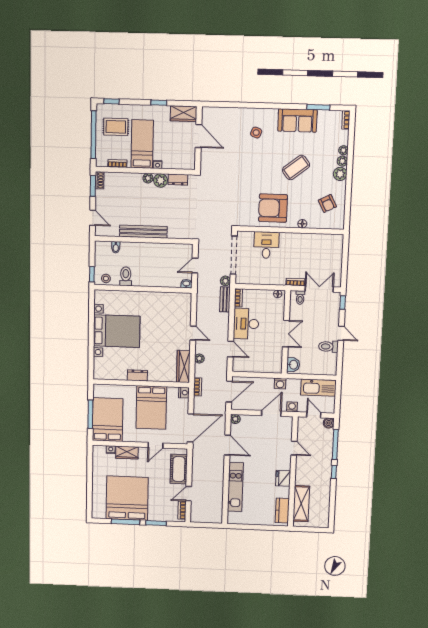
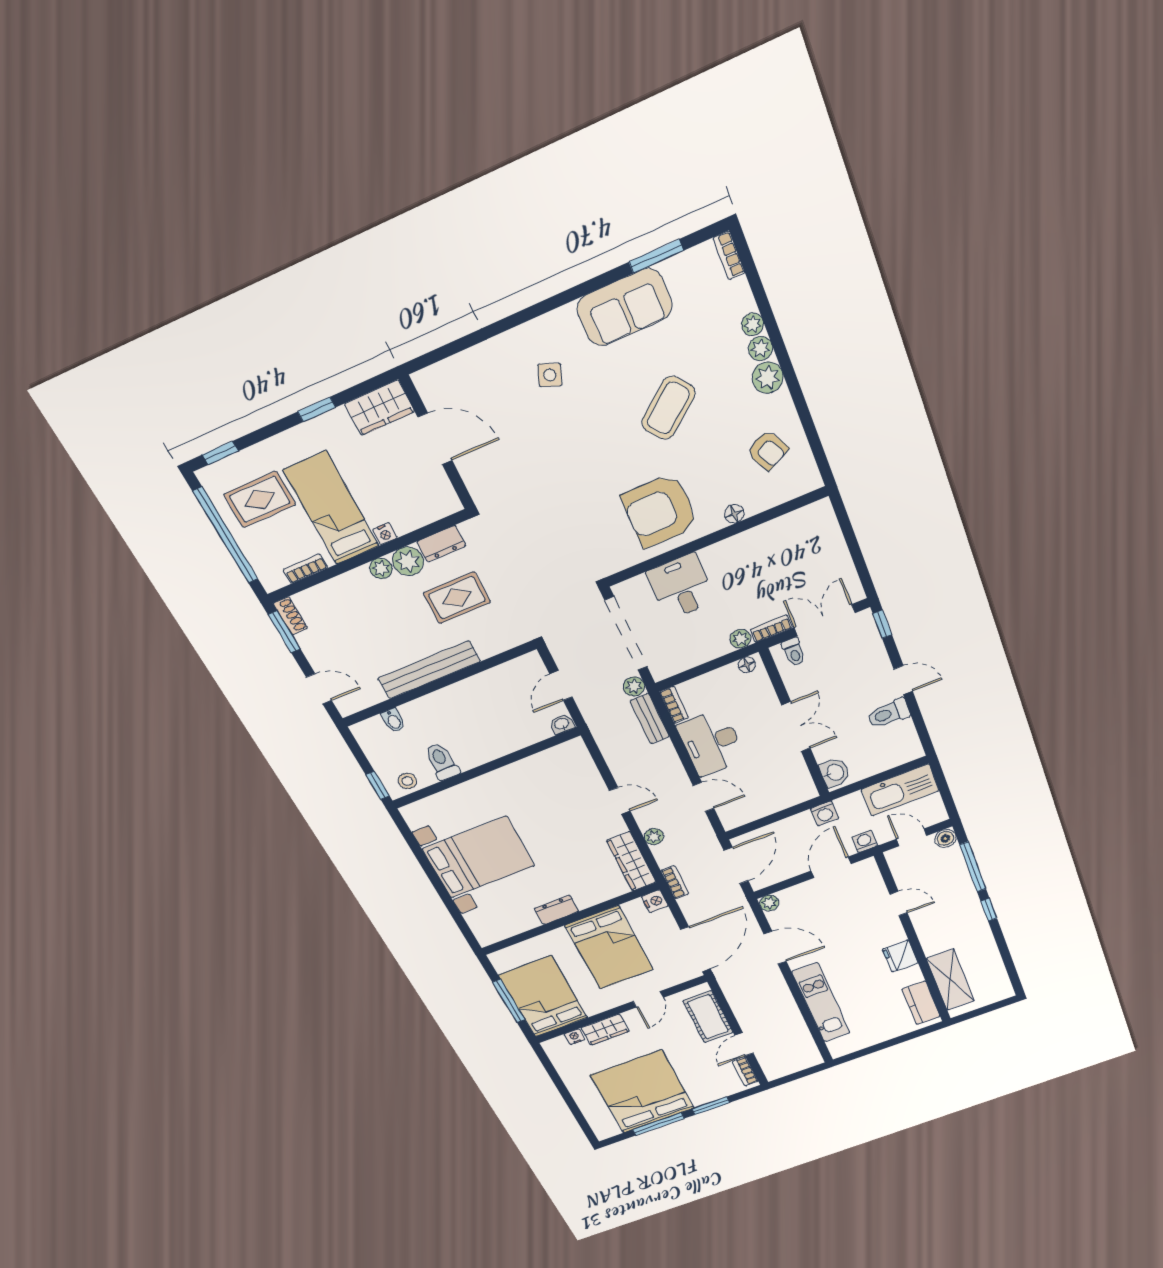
rug: (172, 206) -> (457, 598), added
plant: (280, 280) -> (740, 639), added

